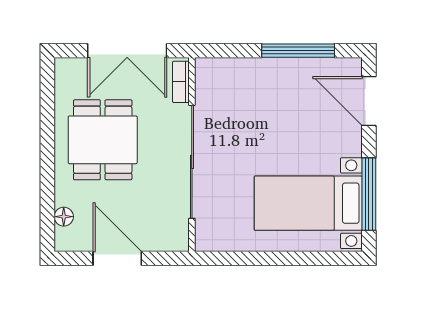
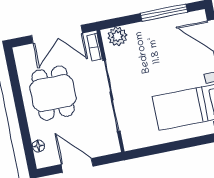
plant: (219, 73) -> (117, 36), added

